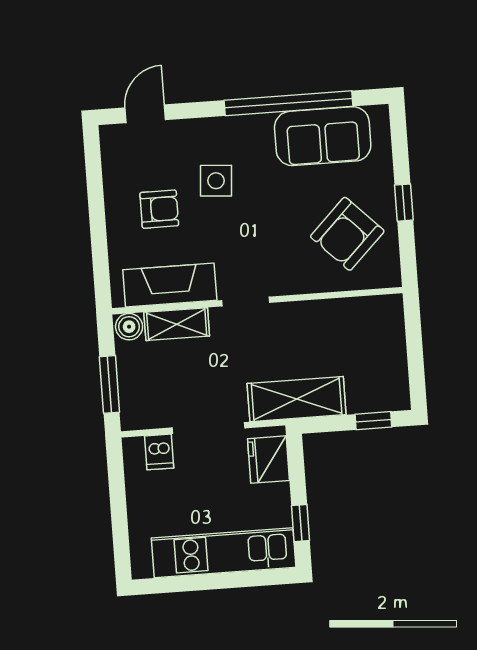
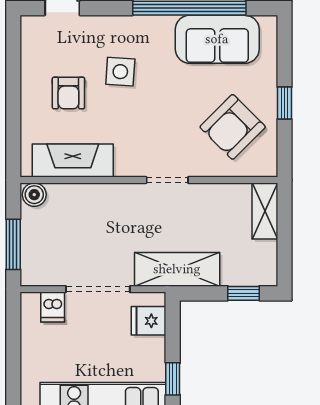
armchair: (159, 209) -> (68, 93), turned 90
doorway: (246, 302) -> (167, 180), moved
shelving: (177, 324) -> (265, 211), moved, turned 90
fridge: (268, 460) -> (149, 321), width x0.72

